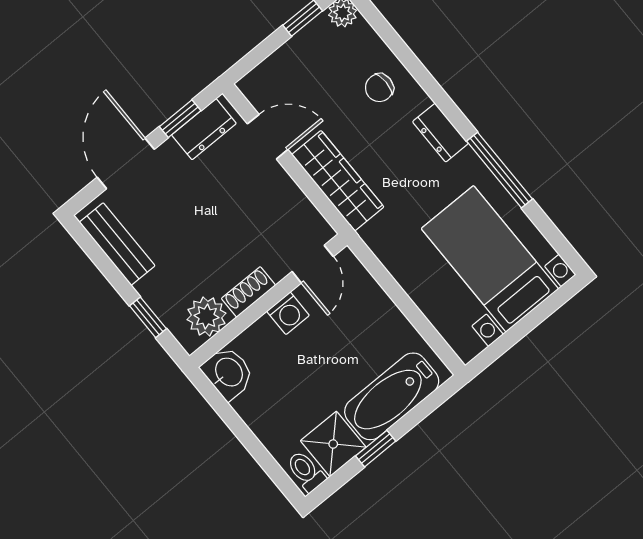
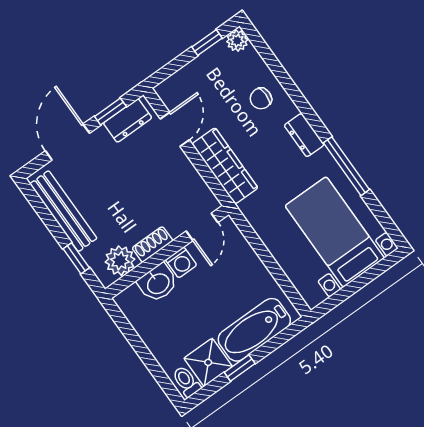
door: (268, 137) -> (175, 129), hinge flipped
bench: (117, 244) -> (63, 211), width x1.36
washbasin: (228, 373) -> (158, 283), moved, turned 90

